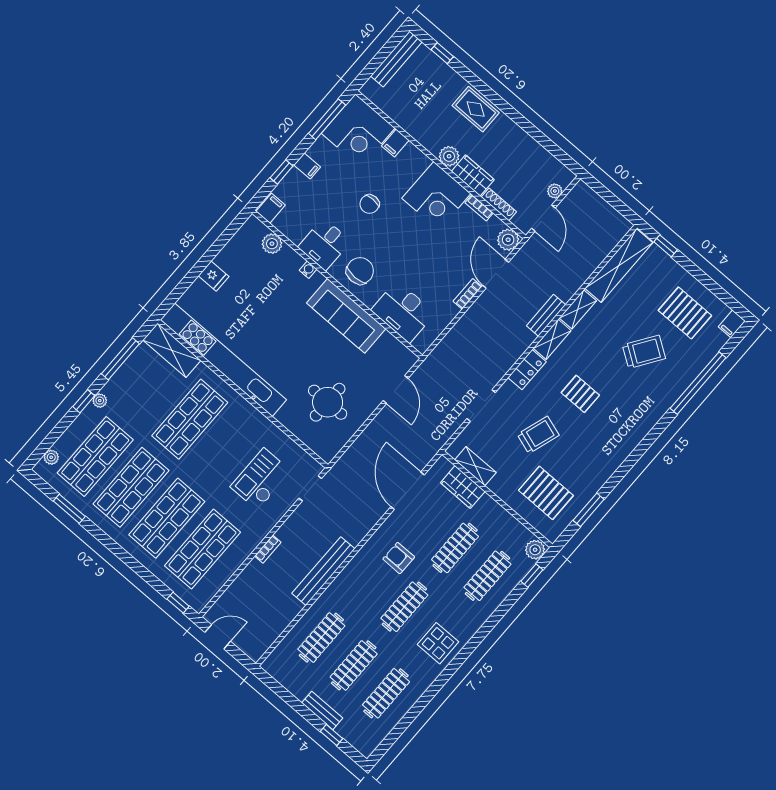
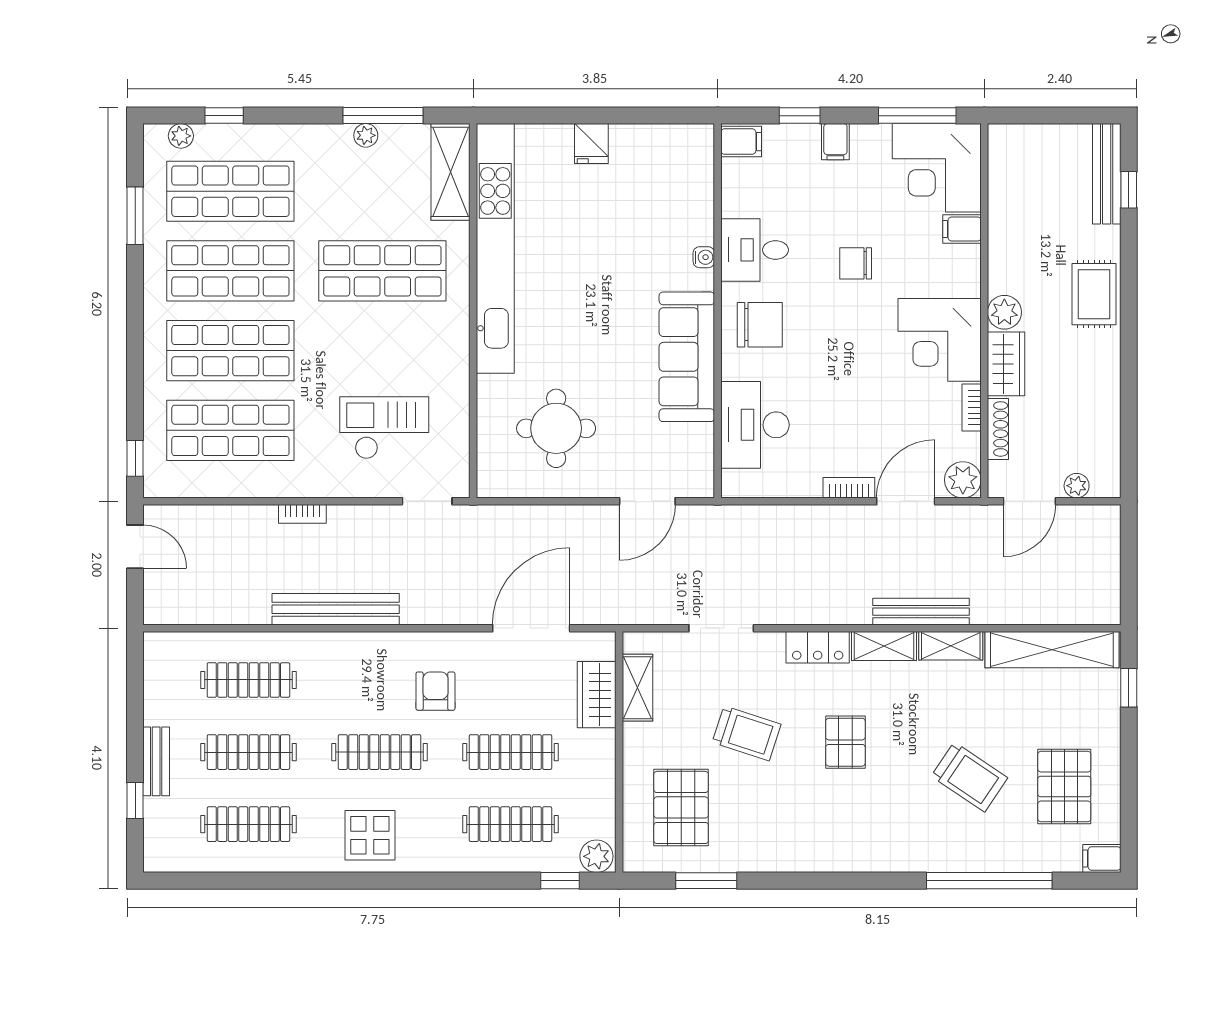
bench: (396, 59) -> (1107, 174), moved, turned 90
plant: (272, 244) -> (697, 182), removed
bench: (546, 315) -> (921, 612), width x1.36
window: (84, 401) -> (224, 116), moved
plant: (100, 401) -> (366, 135), moved

